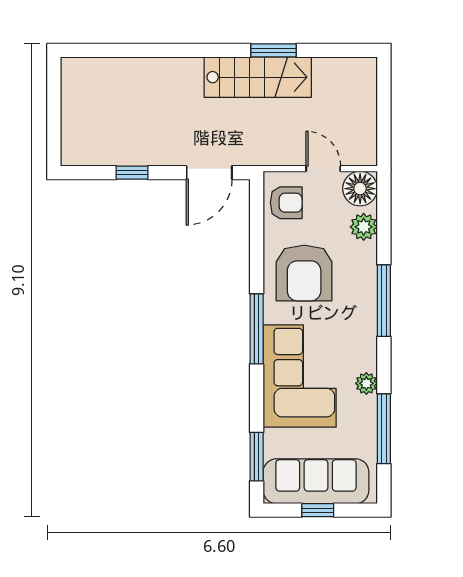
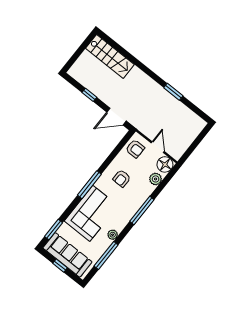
stairs: (258, 77) -> (110, 56), moved
armchair: (304, 273) -> (122, 178), width x0.53, depth x0.53

